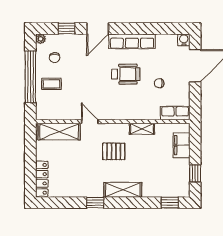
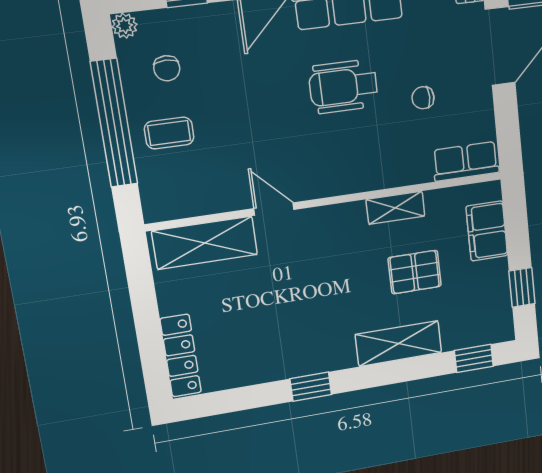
wheelchair: (126, 74) -> (343, 86), turned 180
pallet: (114, 151) -> (415, 272), moved
shelving: (123, 190) -> (399, 344), moved

